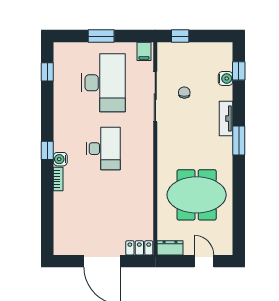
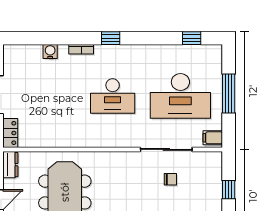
window: (101, 36) -> (229, 94), width x1.44
window: (180, 36) -> (229, 190), moved
water cooler: (60, 159) -> (50, 51), moved

